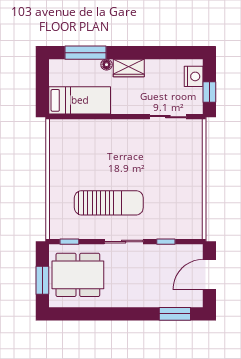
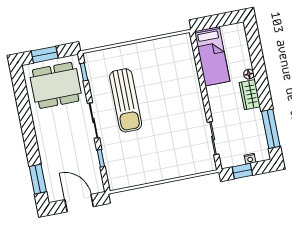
window: (85, 53) -> (271, 129), moved
nightstand: (194, 76) -> (250, 159), width x0.53, depth x0.56
dining table: (78, 275) -> (56, 85), turned 90

